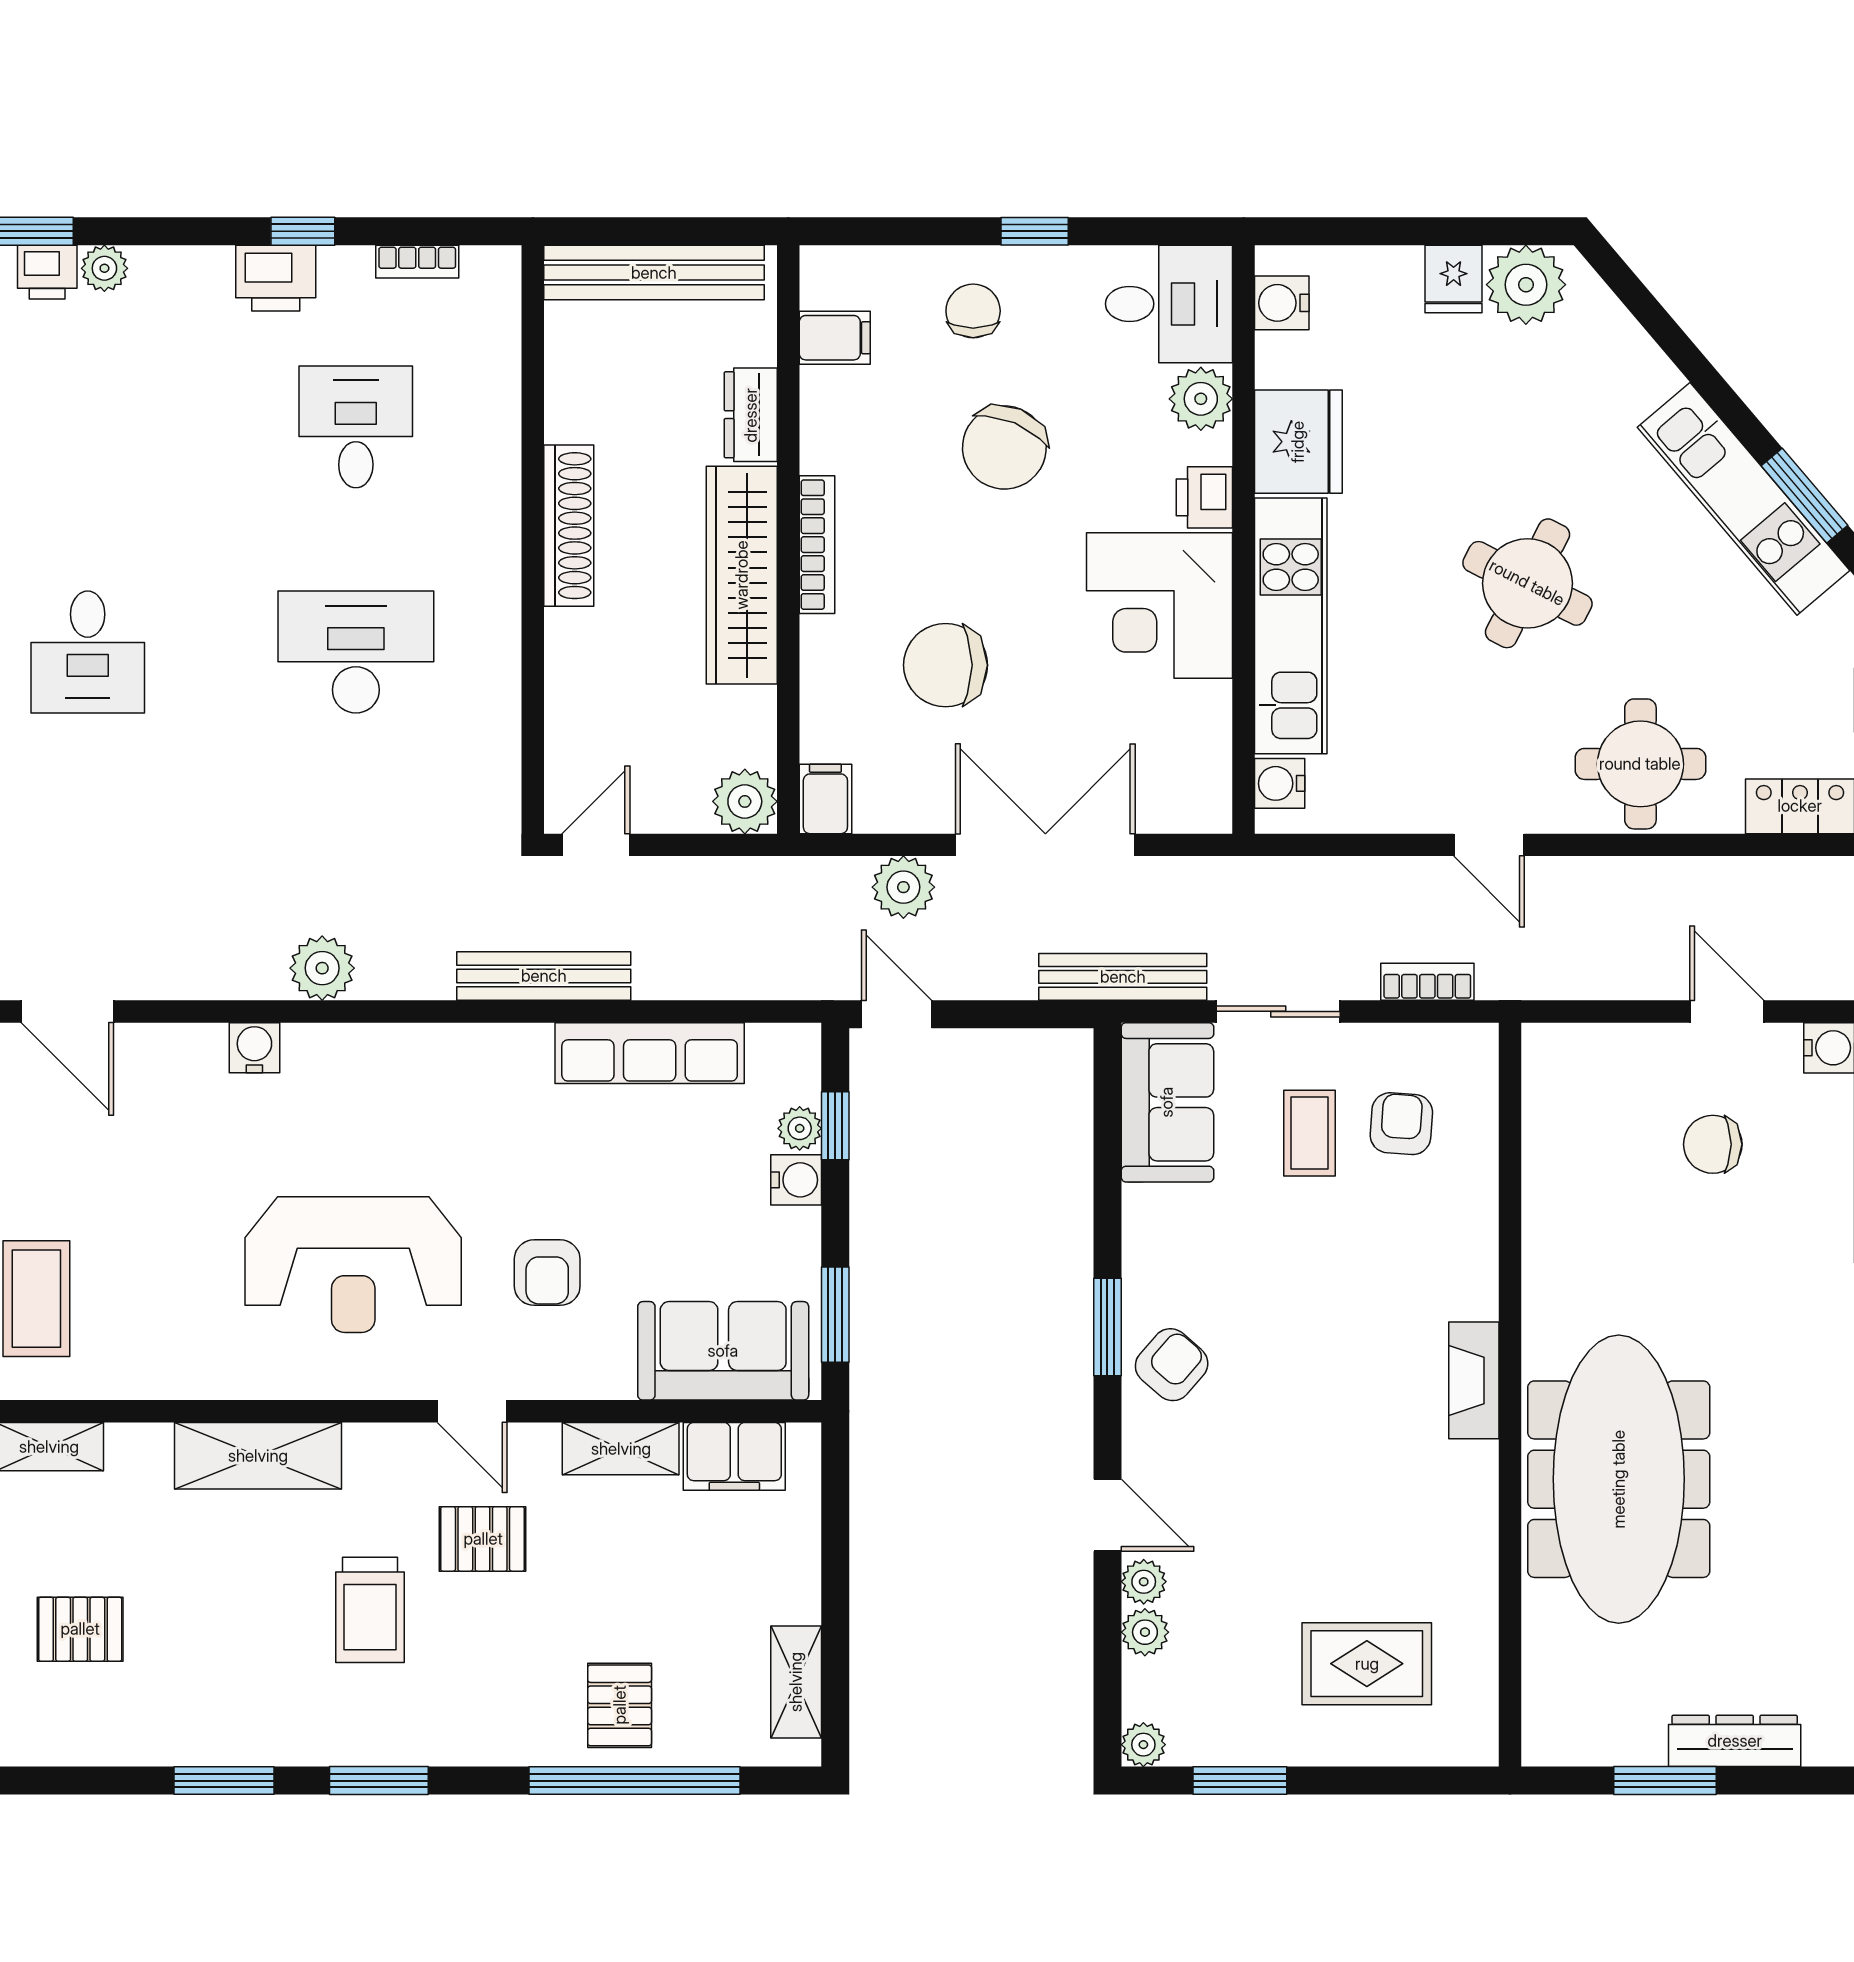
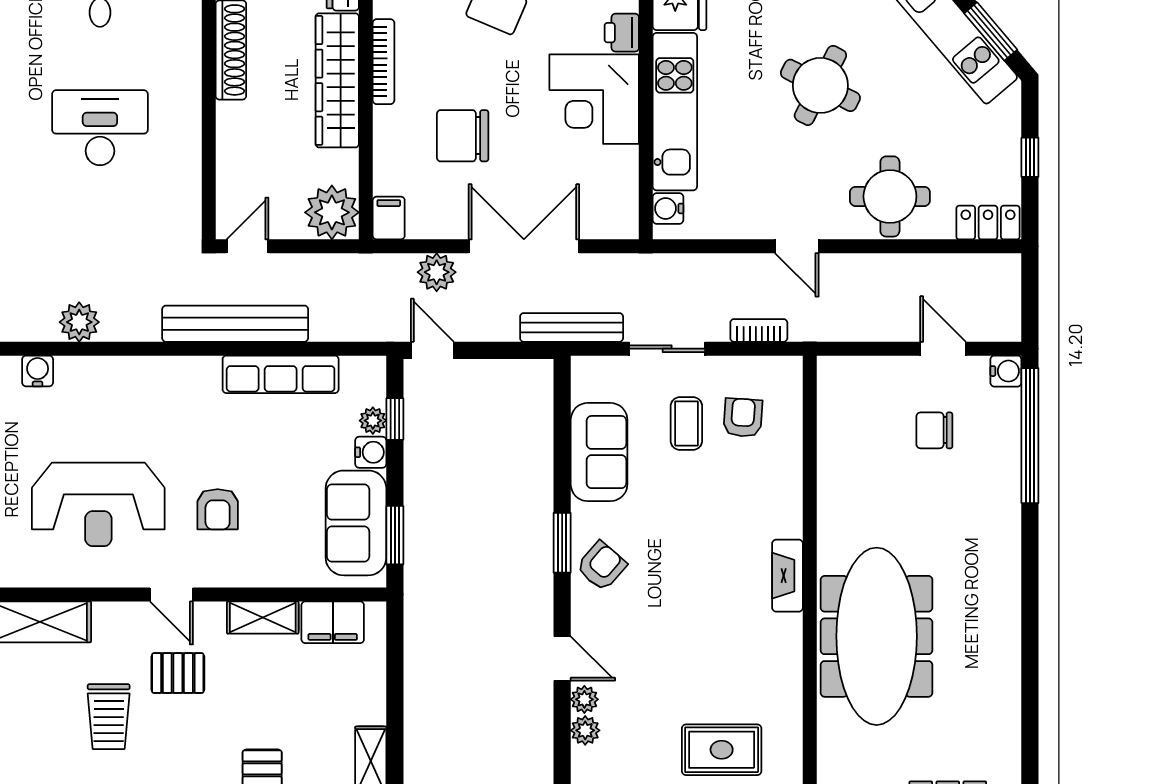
plant: (745, 801) -> (332, 212), width x1.36, depth x1.36
bench: (544, 976) -> (235, 324), width x1.37, depth x1.21
sofa: (1167, 1102) -> (599, 452), moved
sofa: (723, 1351) -> (356, 523), moved, turned -90

